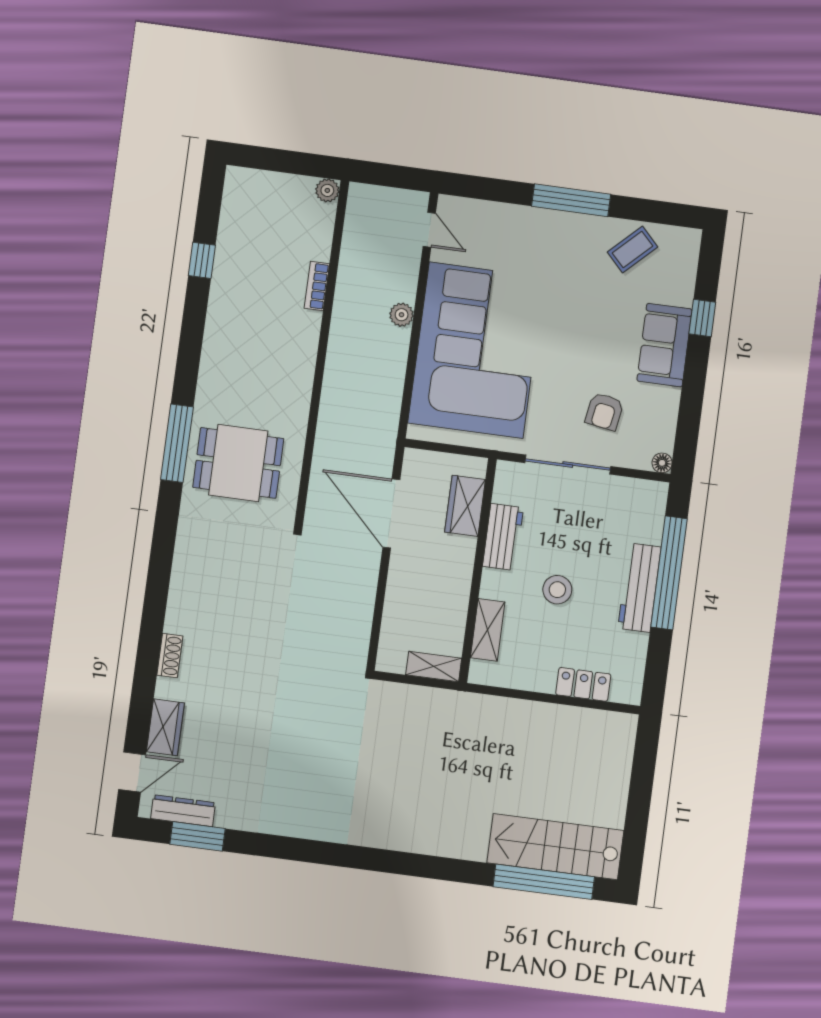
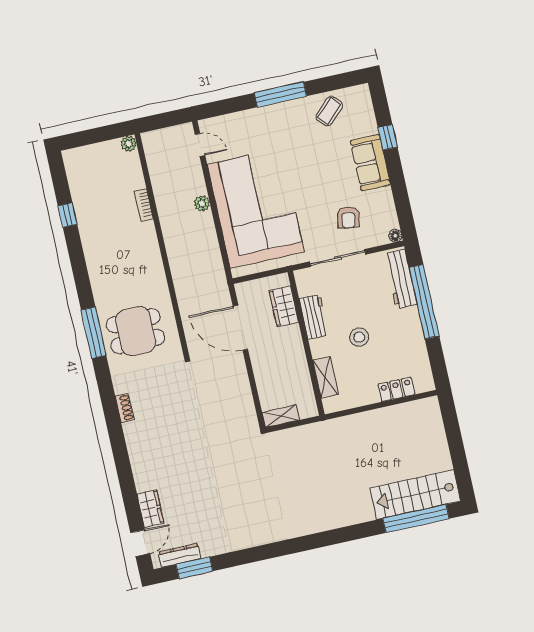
workbench: (639, 588) -> (401, 279), moved
shoe rack: (170, 656) -> (125, 408), moved
shelving: (434, 666) -> (281, 416), moved

